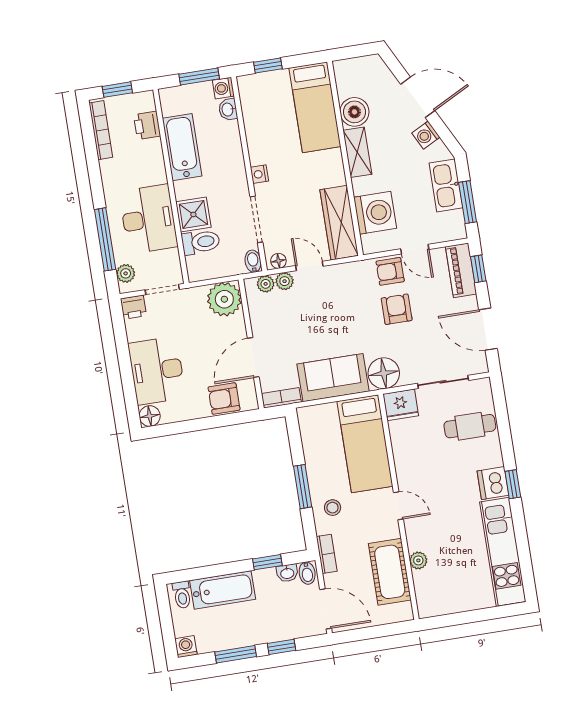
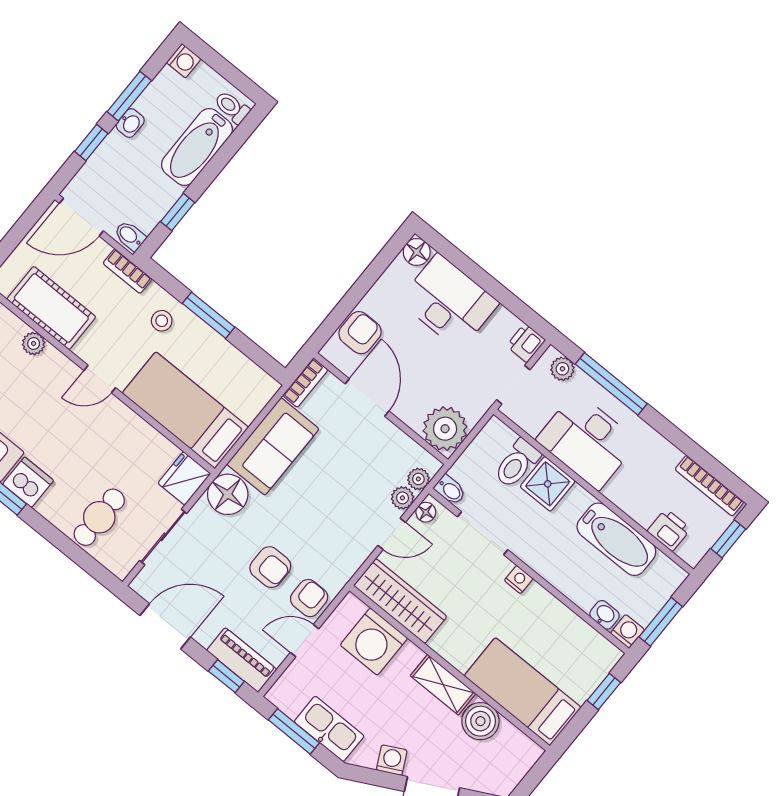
washbasin: (287, 573) -> (130, 123), moved, turned 180

